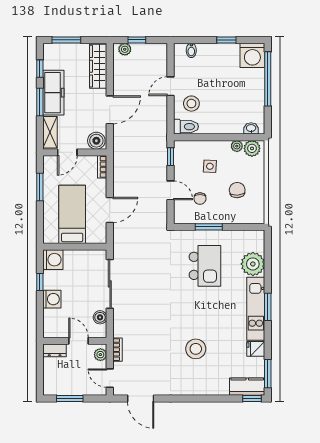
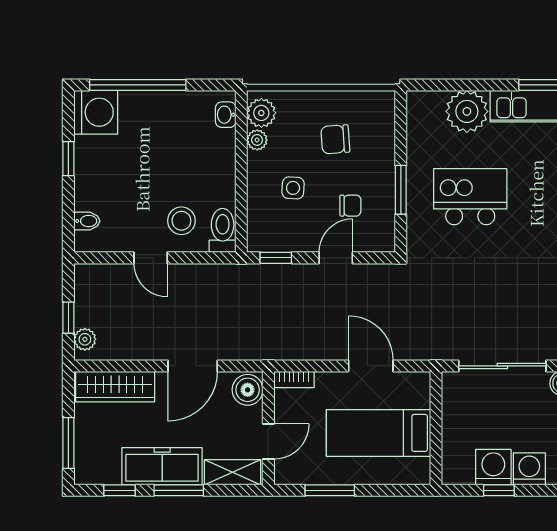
door: (110, 110) -> (193, 366), swing flipped
door: (67, 152) -> (268, 441), hinge flipped
washing machine: (53, 260) -> (493, 467), moved

